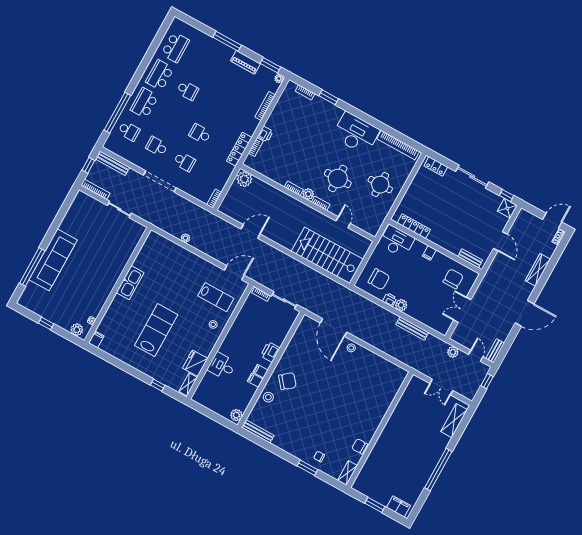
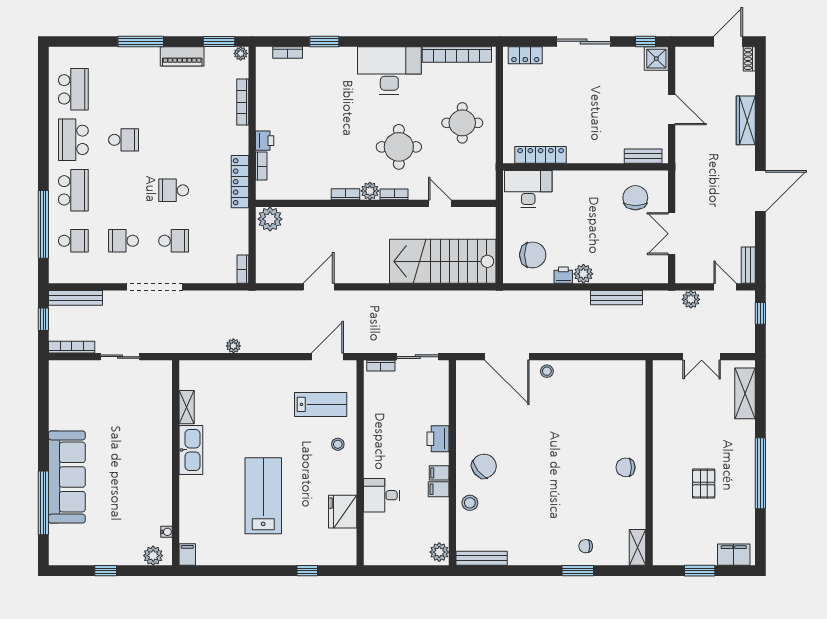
school desk: (144, 103) -> (73, 190), turned 180
filing cabinet: (429, 253) -> (582, 180), removed
shelving: (188, 384) -> (187, 407), moved
chair: (360, 446) -> (626, 467), moved
pallet: (404, 458) -> (704, 484), added

